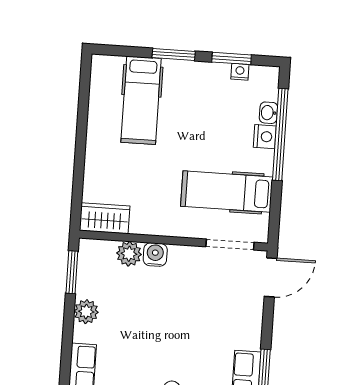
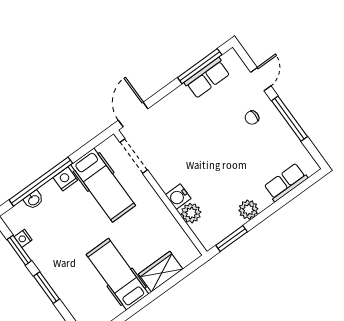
hospital bed: (141, 100) -> (117, 274), moved, turned -90
nightstand: (265, 137) -> (65, 179), moved
wardrobe: (105, 218) -> (161, 272), moved, turned 90
door: (271, 277) -> (133, 114), hinge flipped

